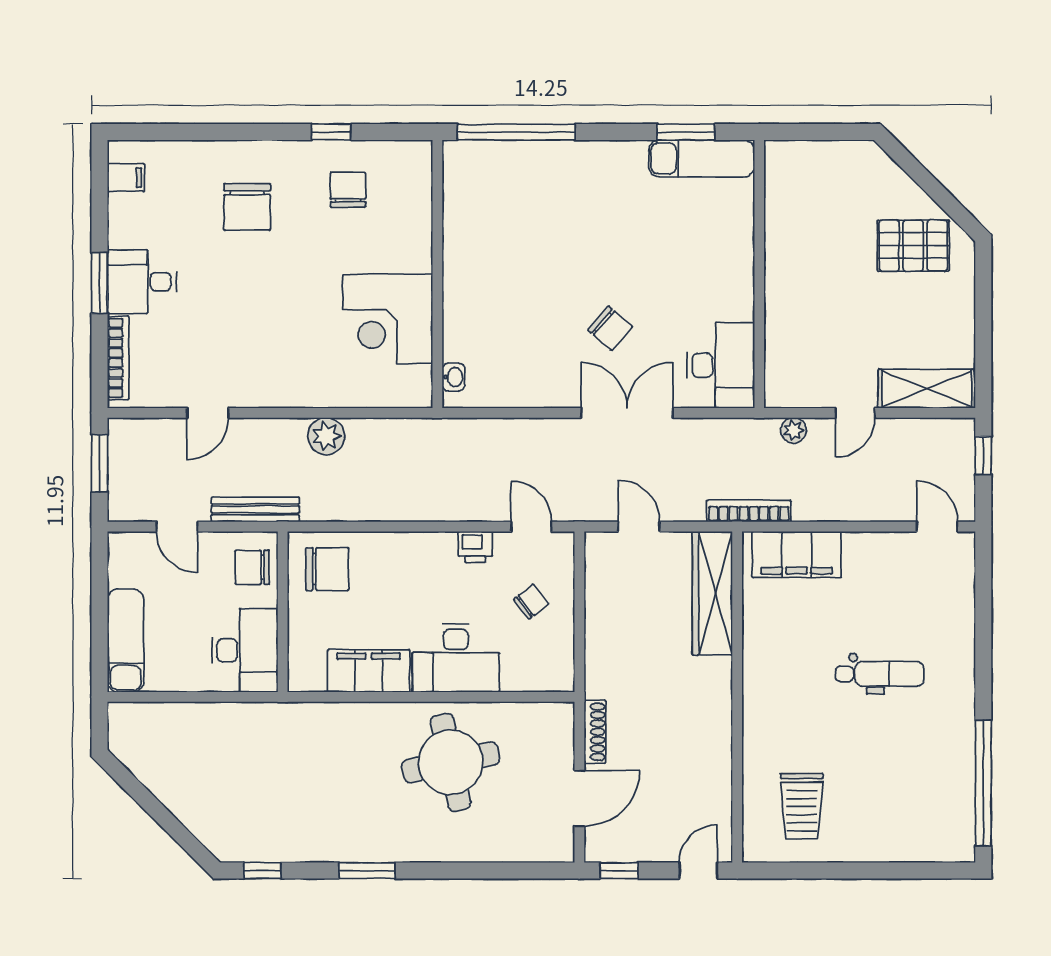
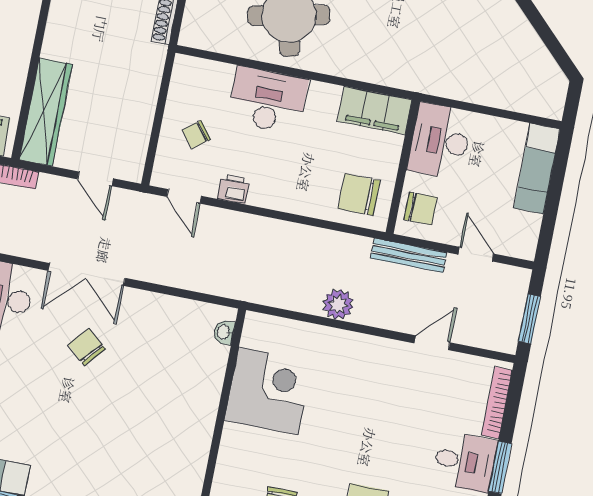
filing cabinet: (369, 671) -> (375, 110), moved

